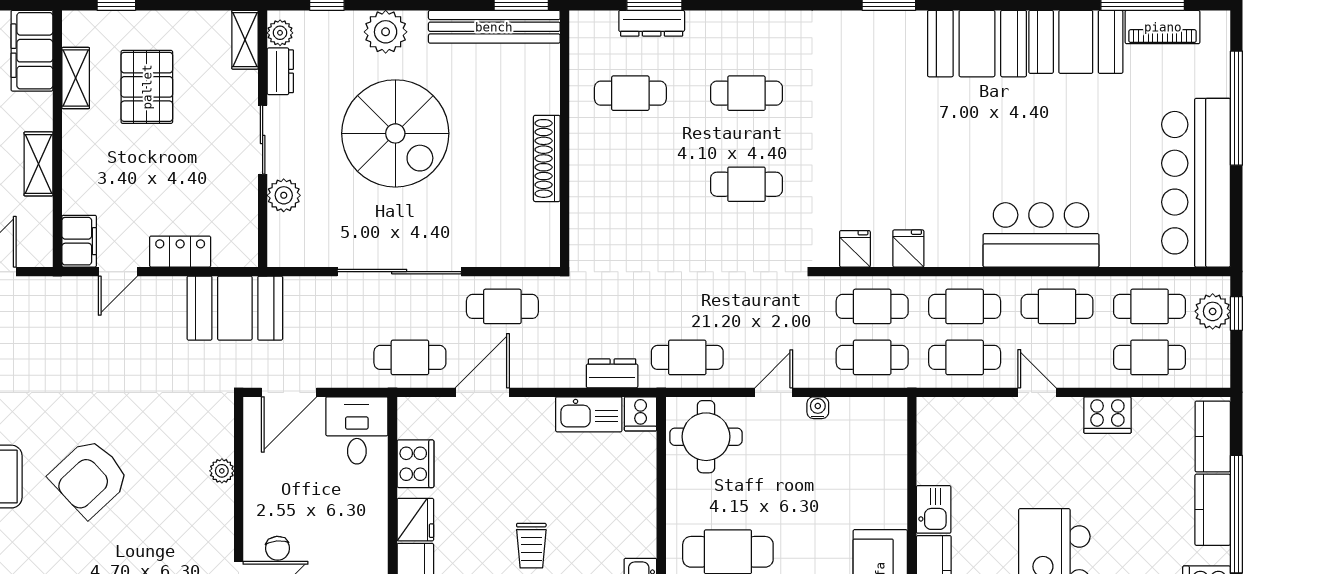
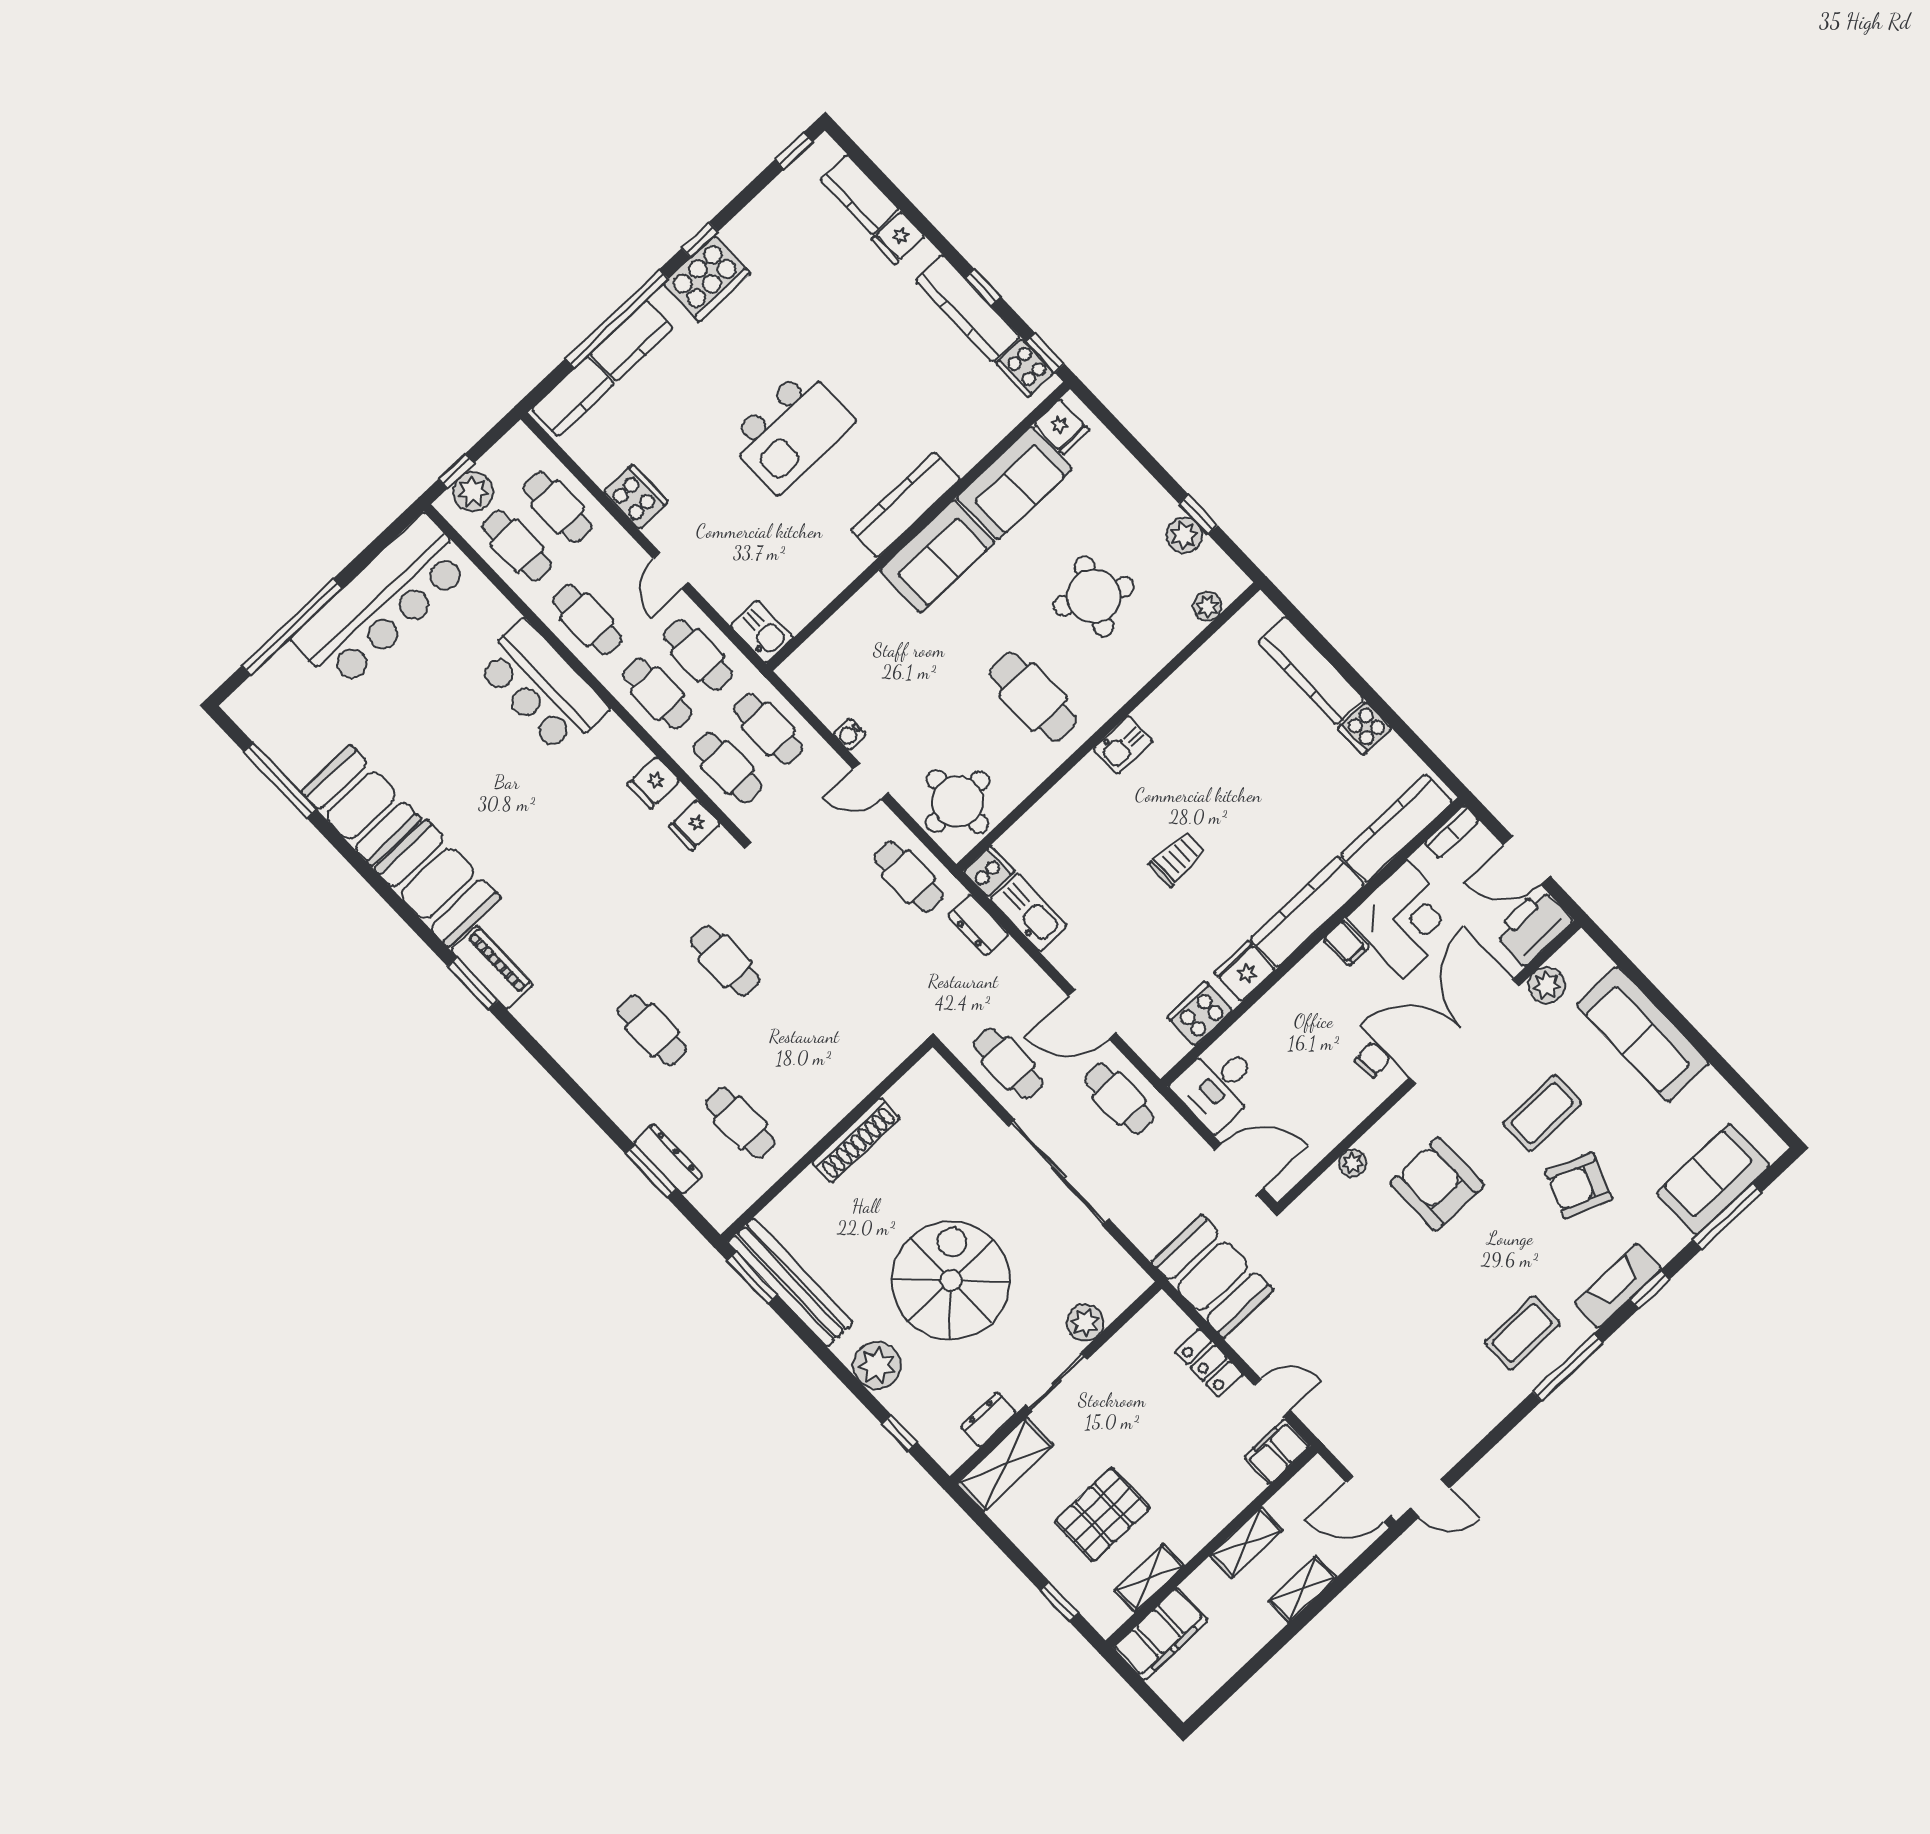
piano: (1163, 27) -> (492, 967), moved
plant: (280, 33) -> (958, 1449), removed
shelving: (245, 40) -> (1005, 1464), width x1.50, depth x1.33
armchair: (89, 478) -> (1437, 1184), moved, turned -137
kitchen sink: (934, 509) -> (762, 631), moved, turned 90

